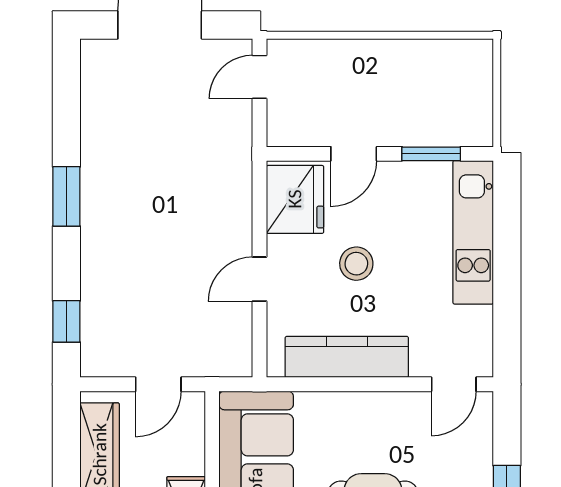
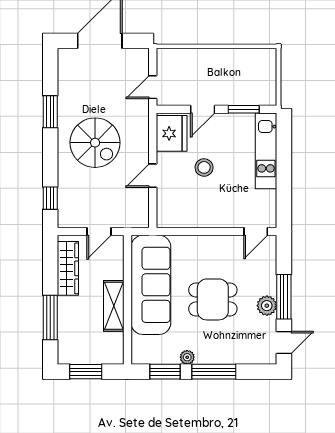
door: (260, 77) -> (153, 87), moved
window: (66, 196) -> (50, 112), moved
spiral stairs: (151, 217) -> (95, 143), added
kitchen counter: (347, 357) -> (199, 217), removed

